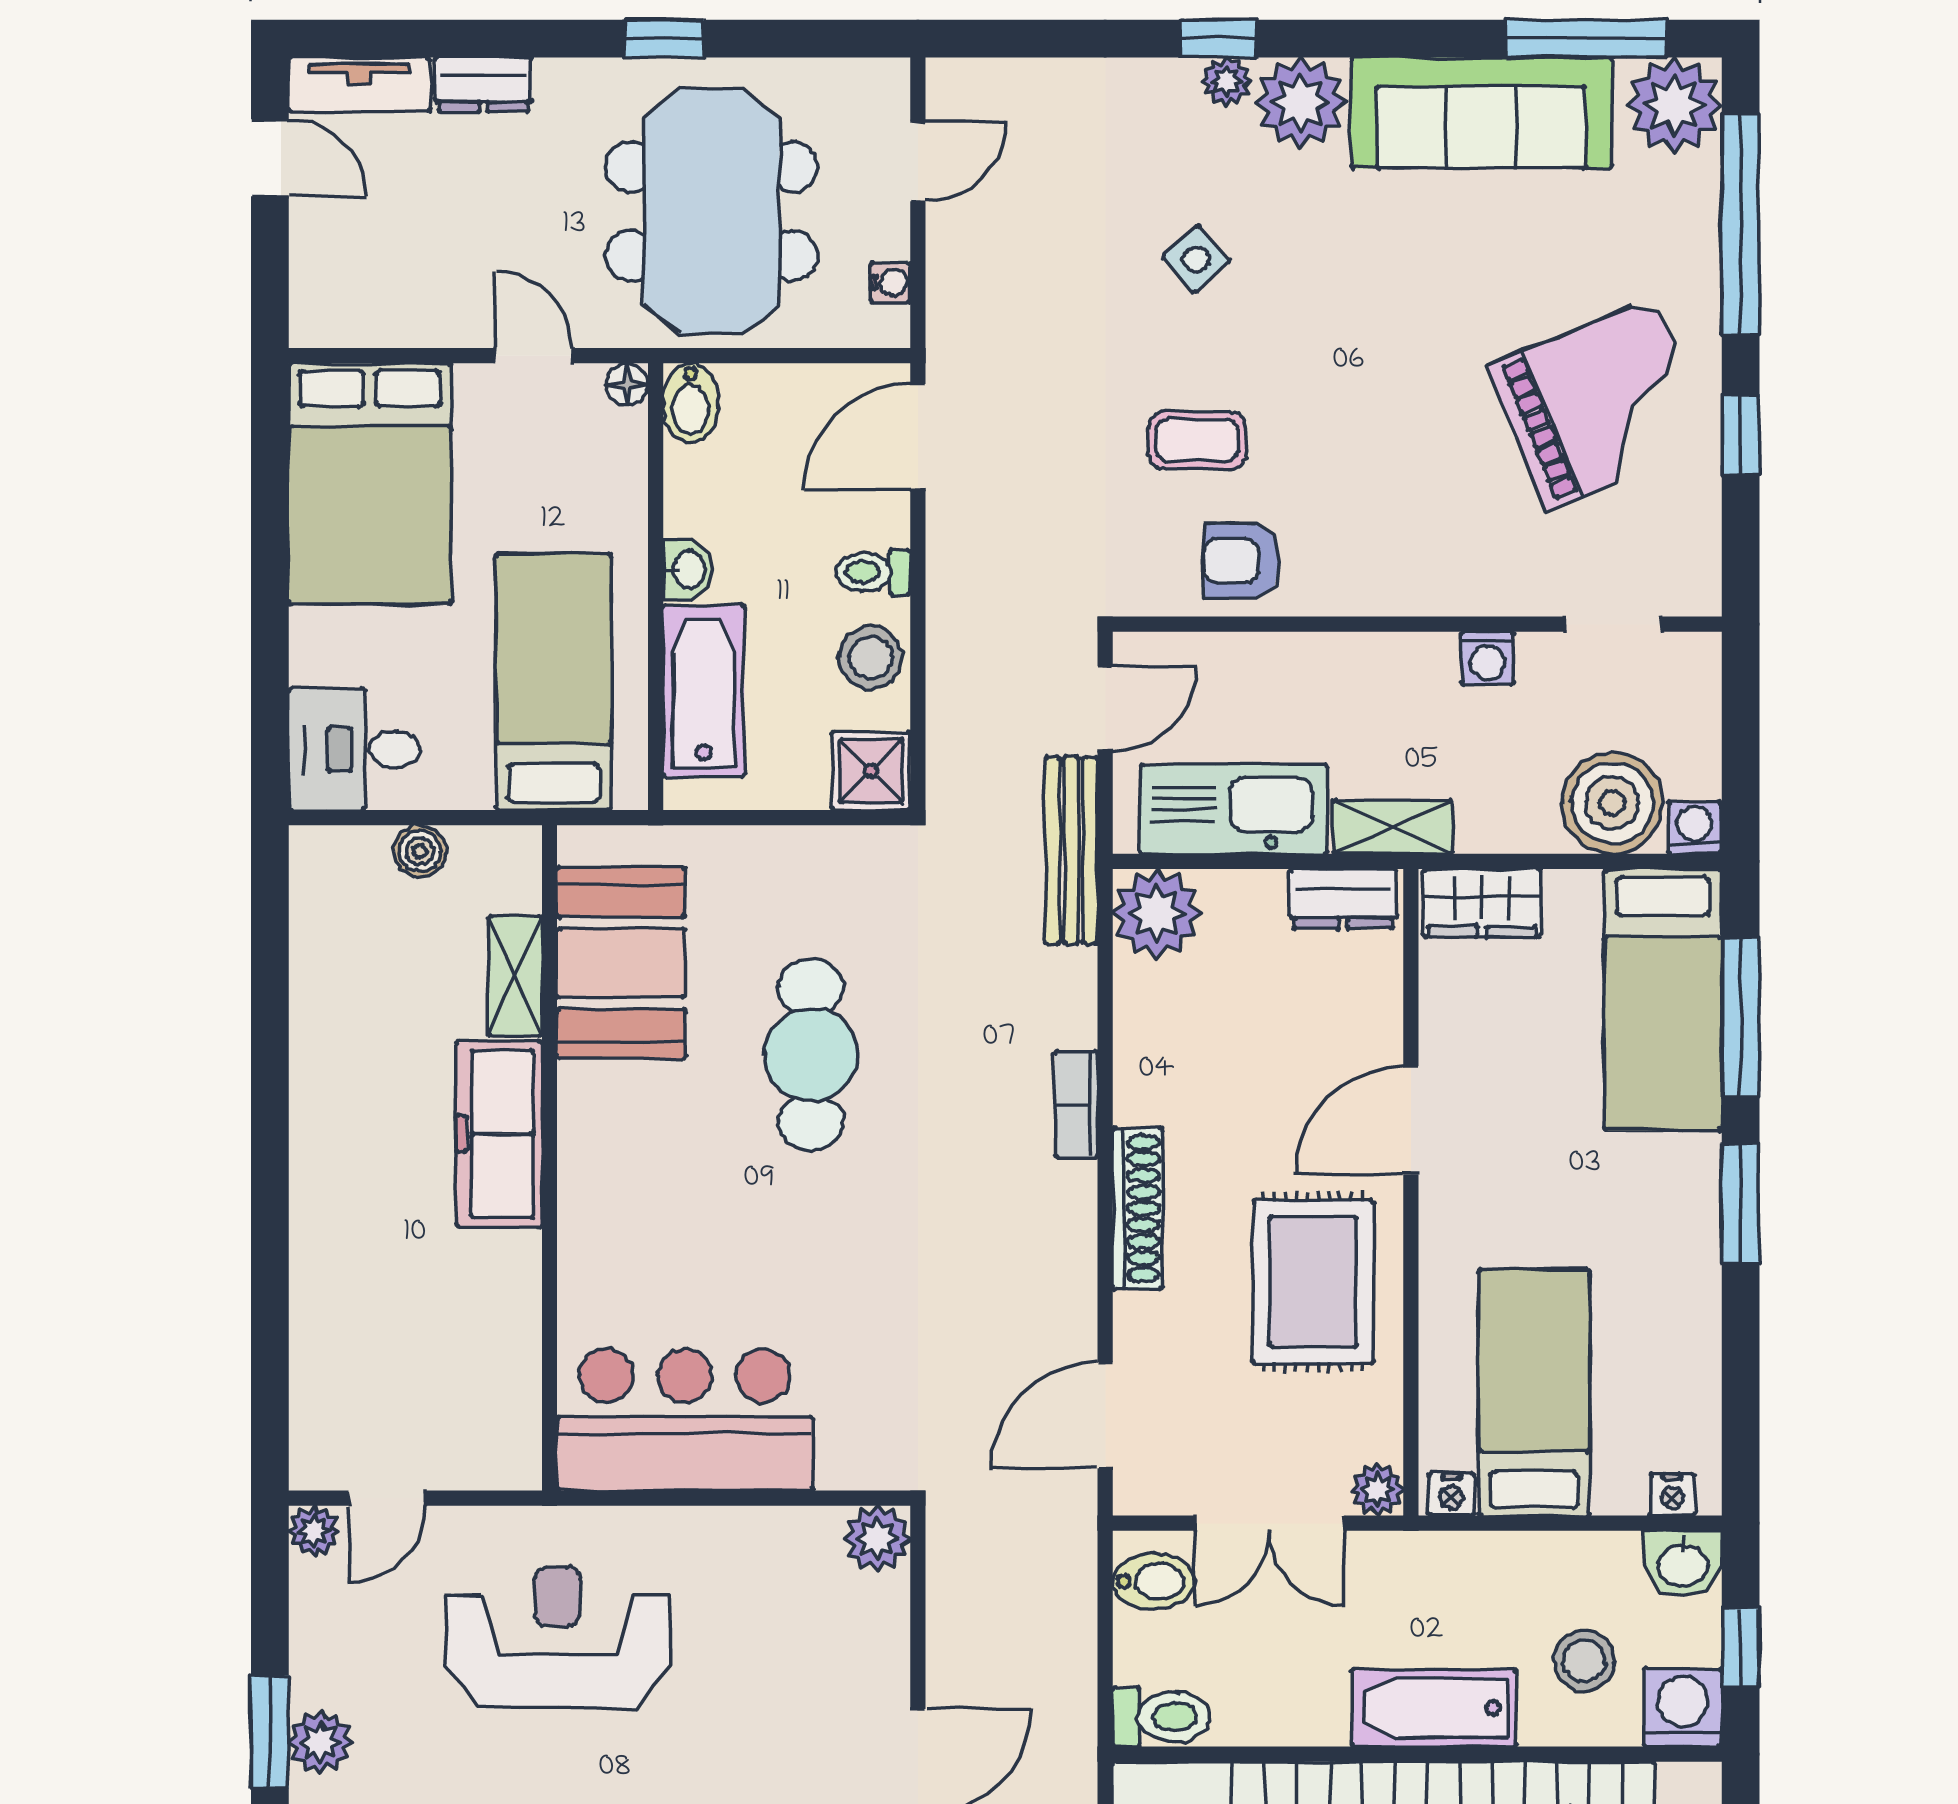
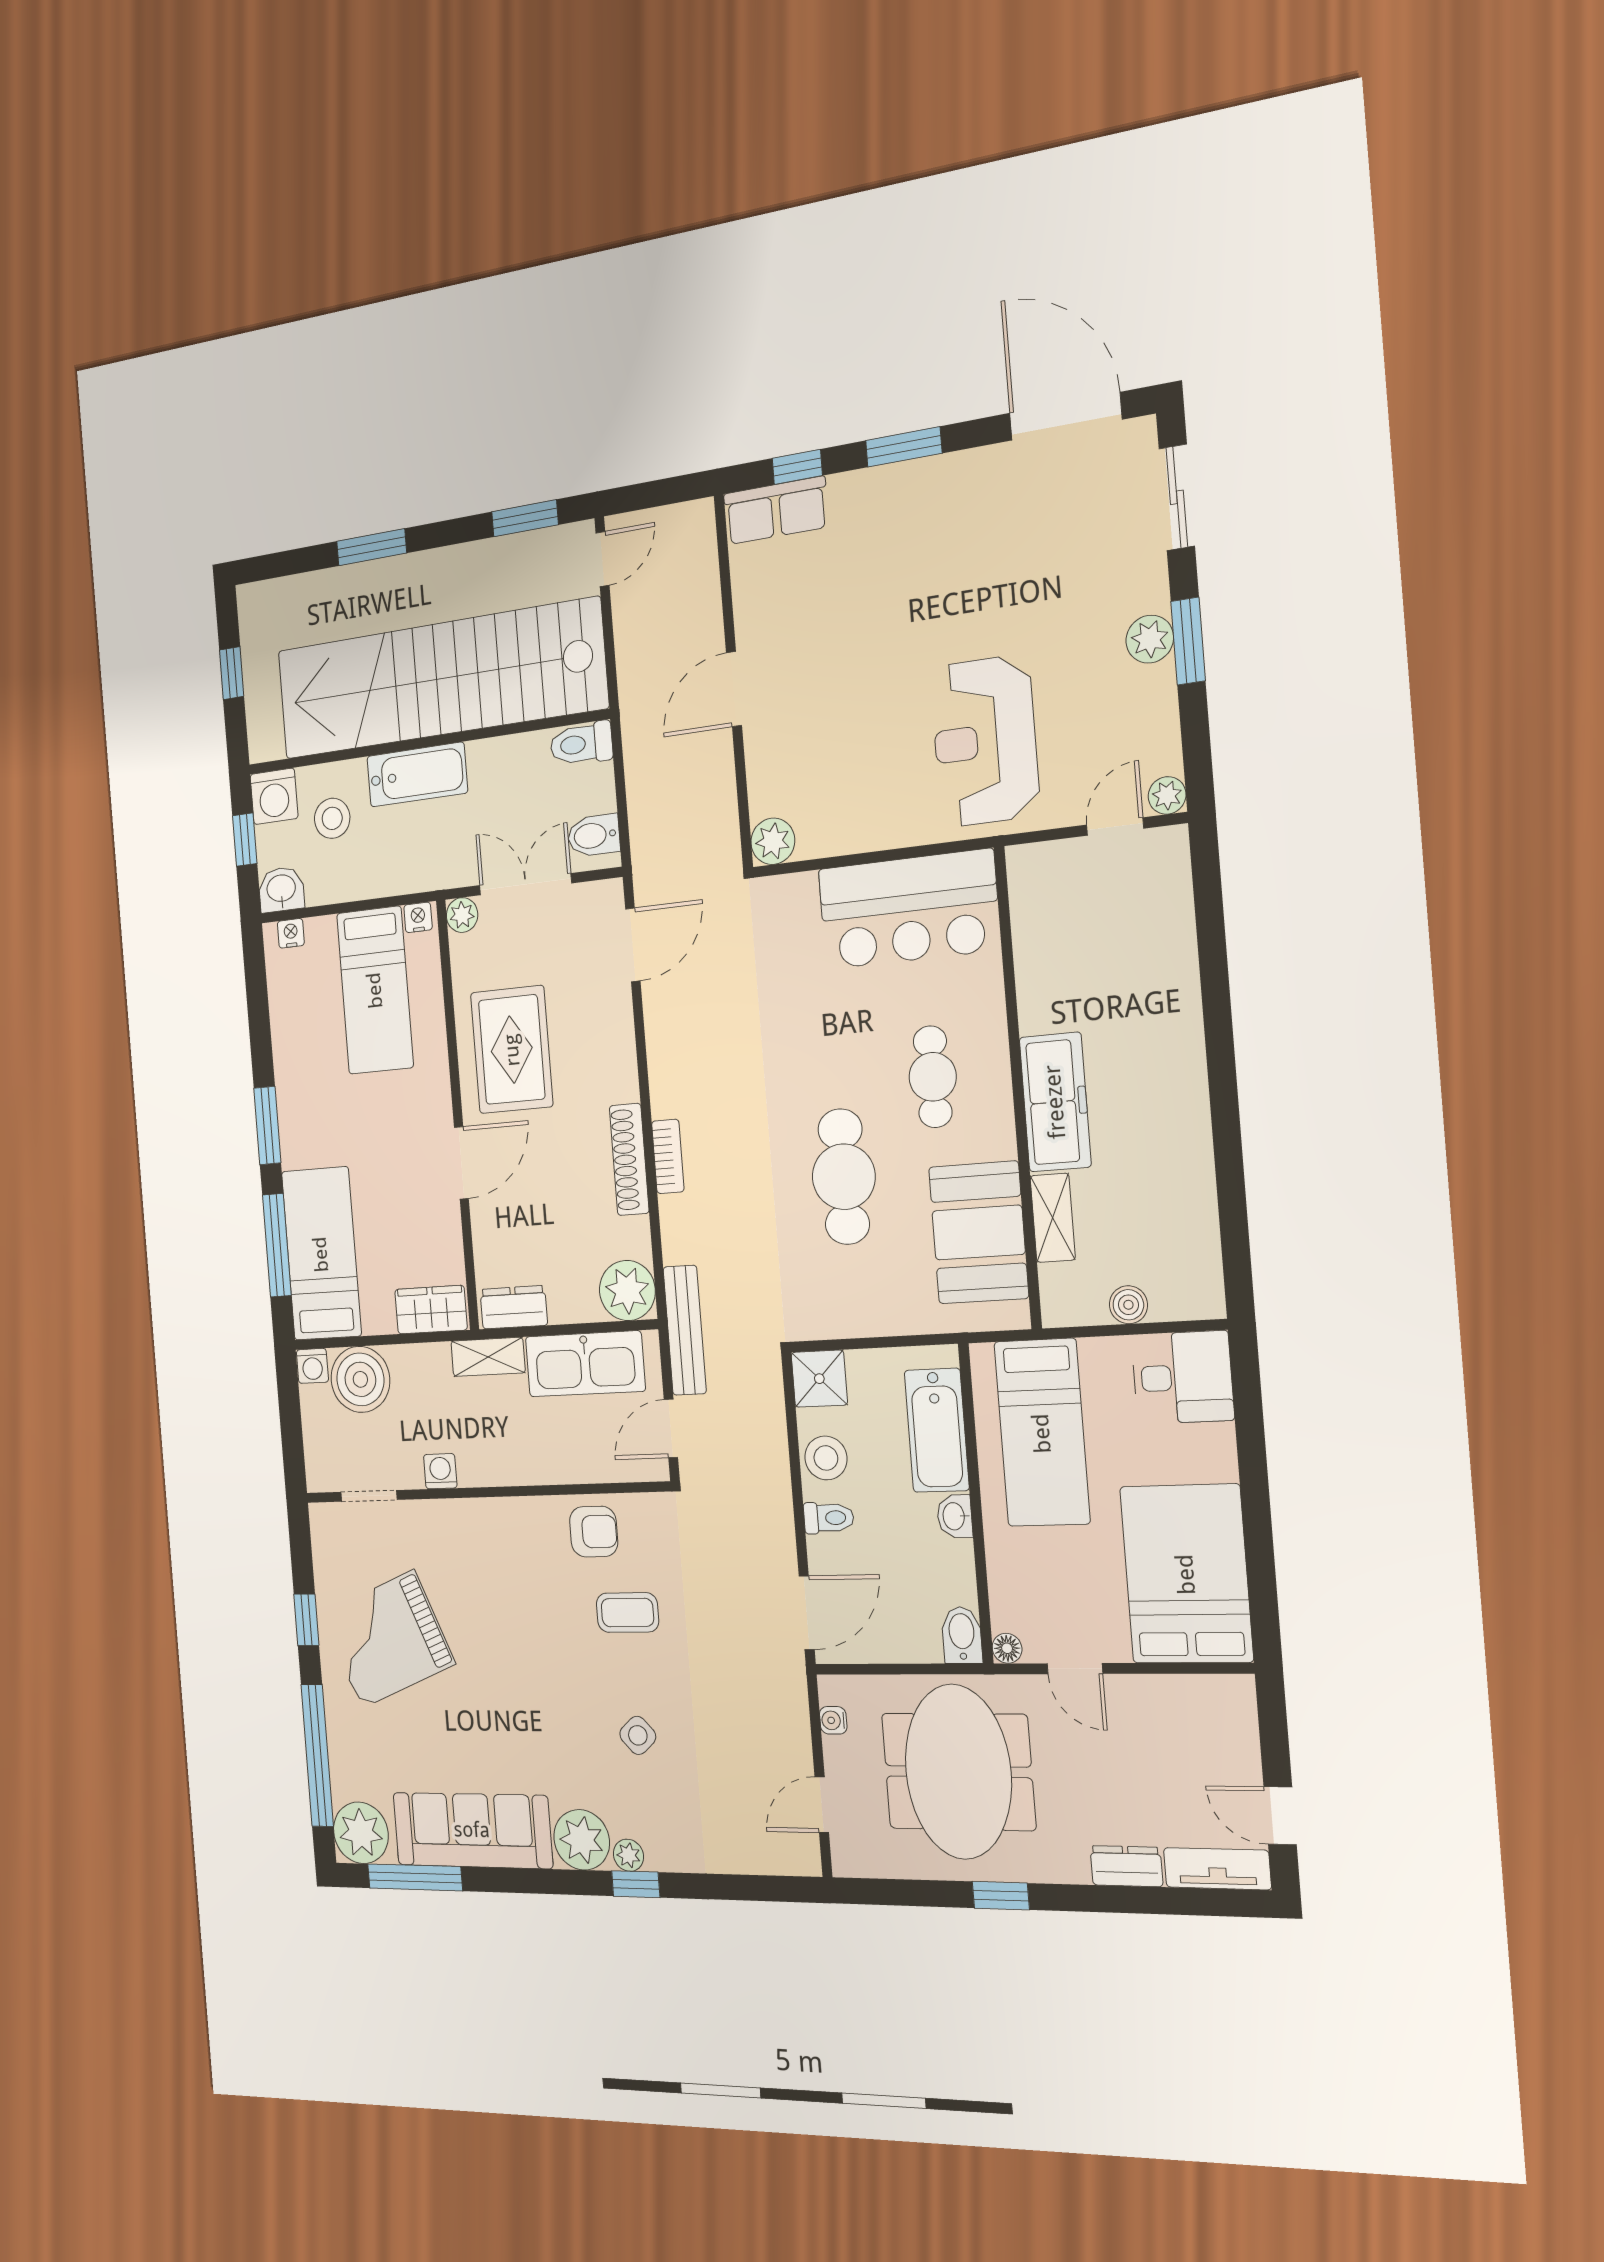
cafe table: (669, 1184) -> (933, 1077), added
shoe rack: (1138, 1208) -> (629, 1159), moved
reception desk: (557, 1638) -> (985, 741), turned 90

